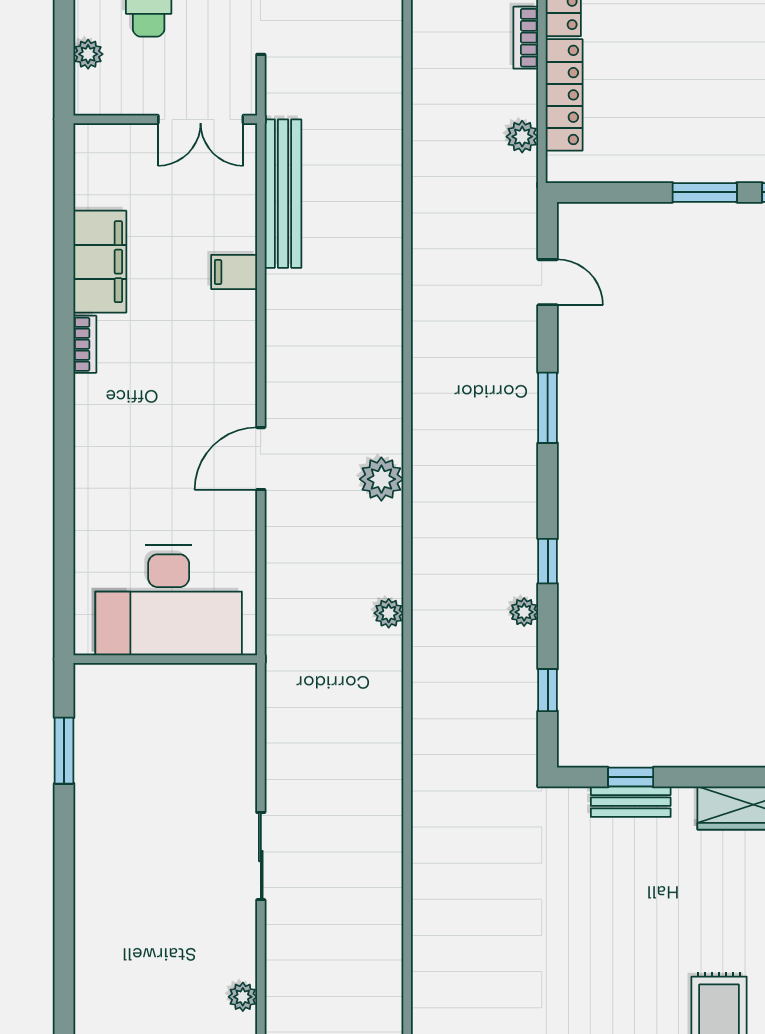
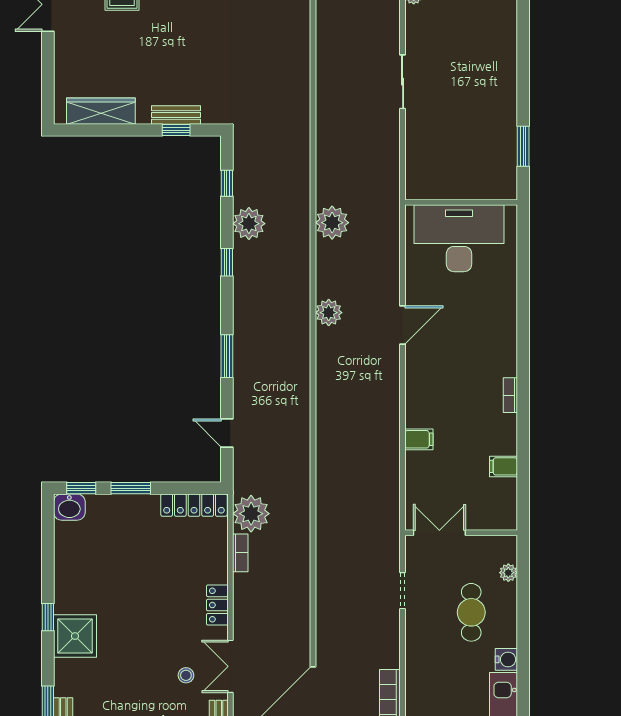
bookcase: (526, 38) -> (240, 553), moved
locker: (564, 95) -> (194, 505), moved, turned -90
plant: (522, 137) -> (251, 514), width x1.87, depth x1.87
bench: (283, 194) -> (389, 487), removed
filing cabinet: (100, 262) -> (503, 466), width x0.33, depth x0.86
plant: (524, 612) -> (249, 224), width x1.88, depth x1.88
plant: (389, 613) -> (332, 223), width x1.88, depth x1.88

